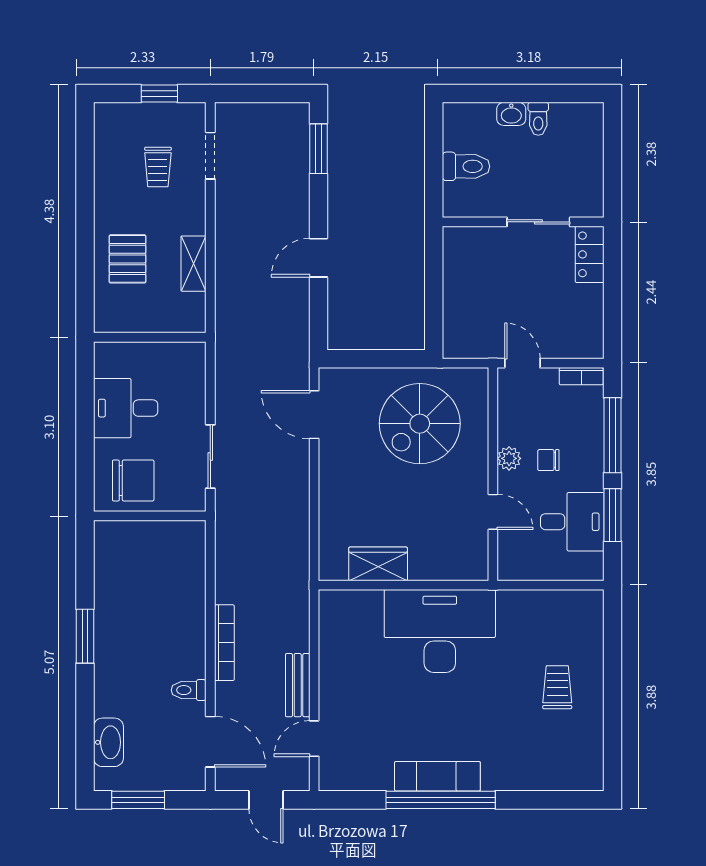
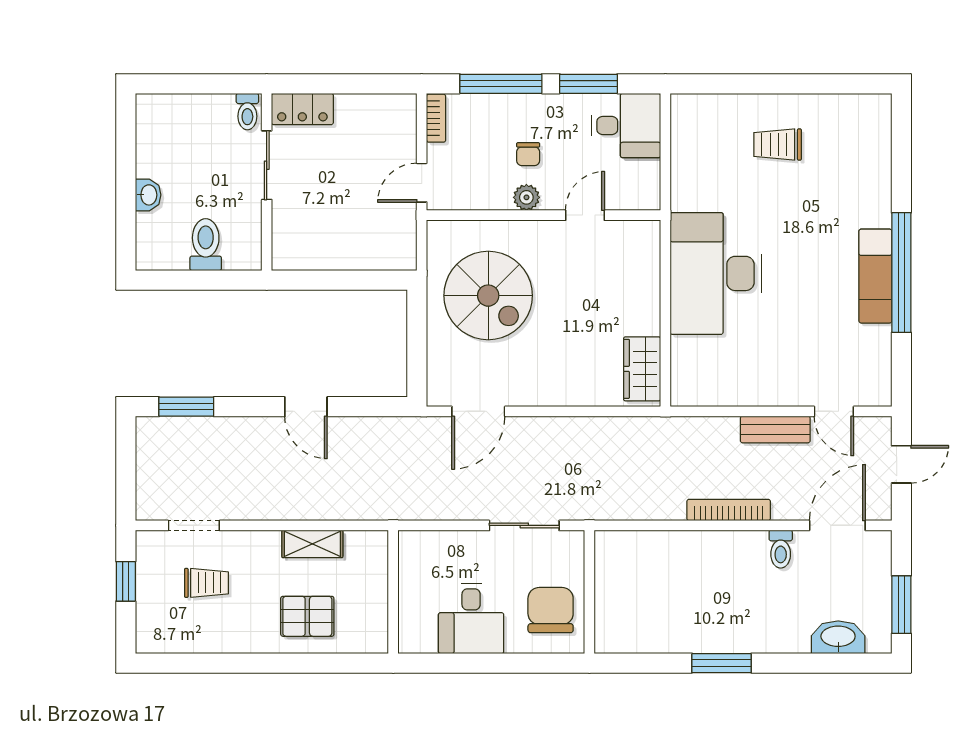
toilet: (538, 119) -> (247, 112), moved, turned 90
desk: (572, 522) -> (626, 126), moved, turned 90
wardrobe: (378, 564) -> (642, 369), moved

